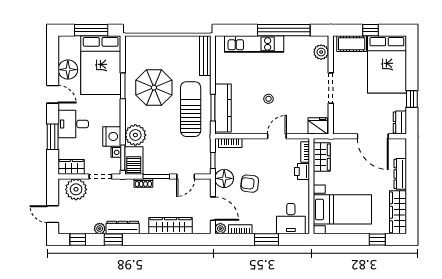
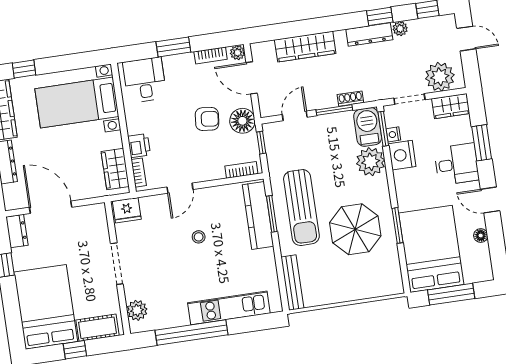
floor lamp: (68, 70) -> (481, 236), width x0.53, depth x0.53

